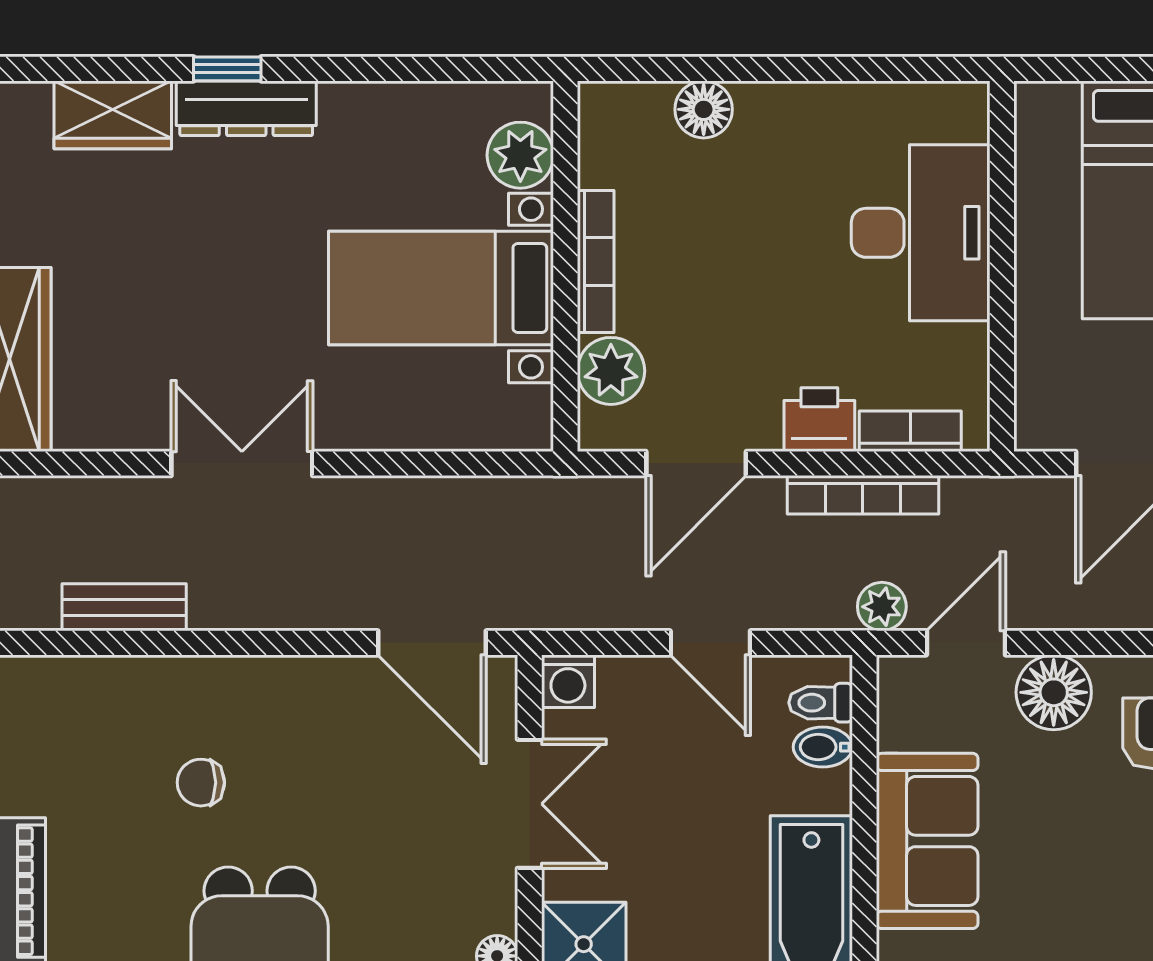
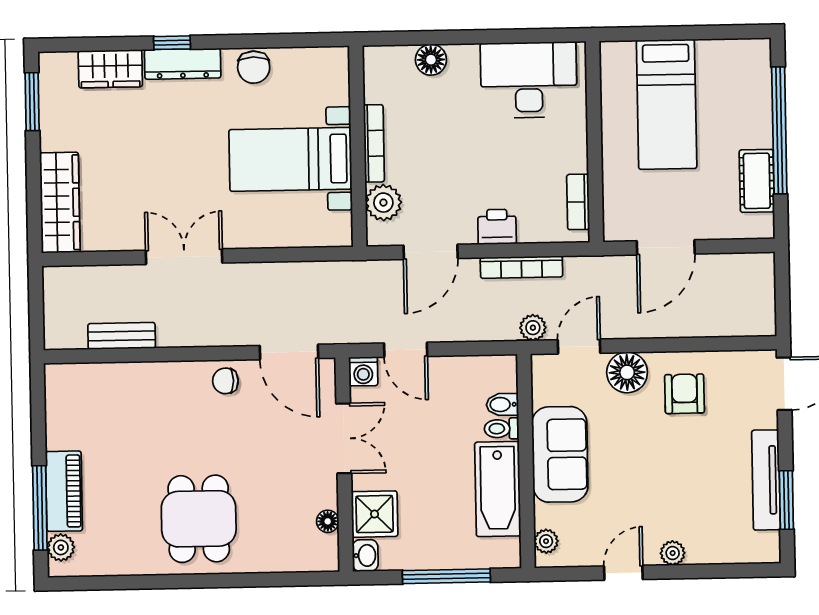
chair: (377, 117) -> (254, 67), added
plant: (520, 155) -> (332, 86), removed
desk: (921, 233) -> (529, 80), moved, turned -90
bookcase: (910, 431) -> (578, 202), moved, turned -90
door: (710, 643) -> (406, 350), moved
toilet: (821, 703) -> (502, 429), moved
chair: (201, 783) -> (225, 381), moved

